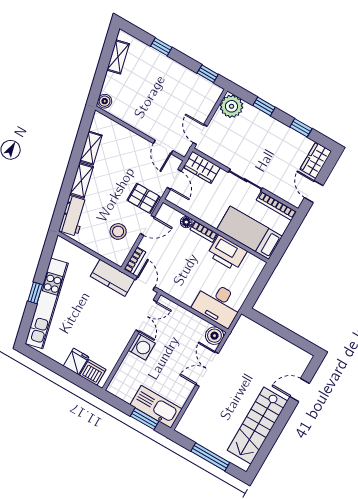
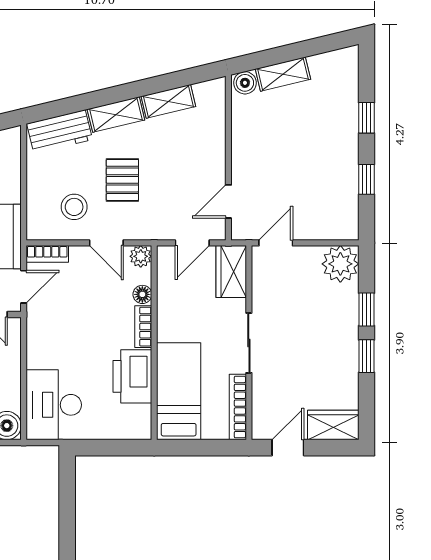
shelving: (118, 57) -> (283, 74), moved
window: (208, 74) -> (367, 179), moved
window: (301, 128) -> (367, 356), moved
pallet: (143, 198) -> (122, 180), moved
plant: (165, 211) -> (141, 256), added

